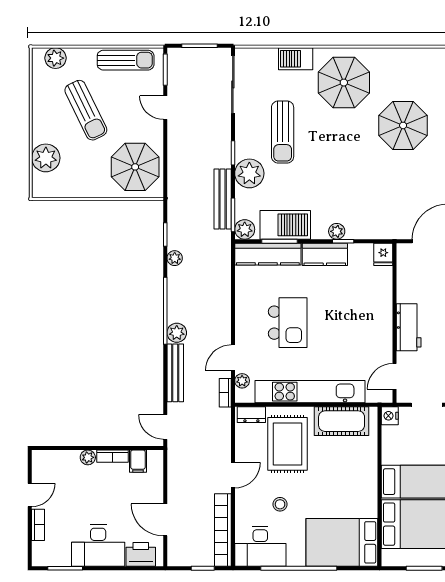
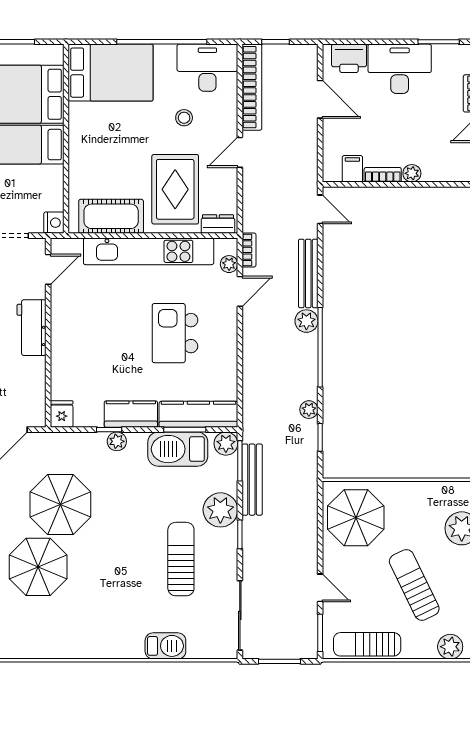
parasol: (344, 83) -> (60, 505), moved

